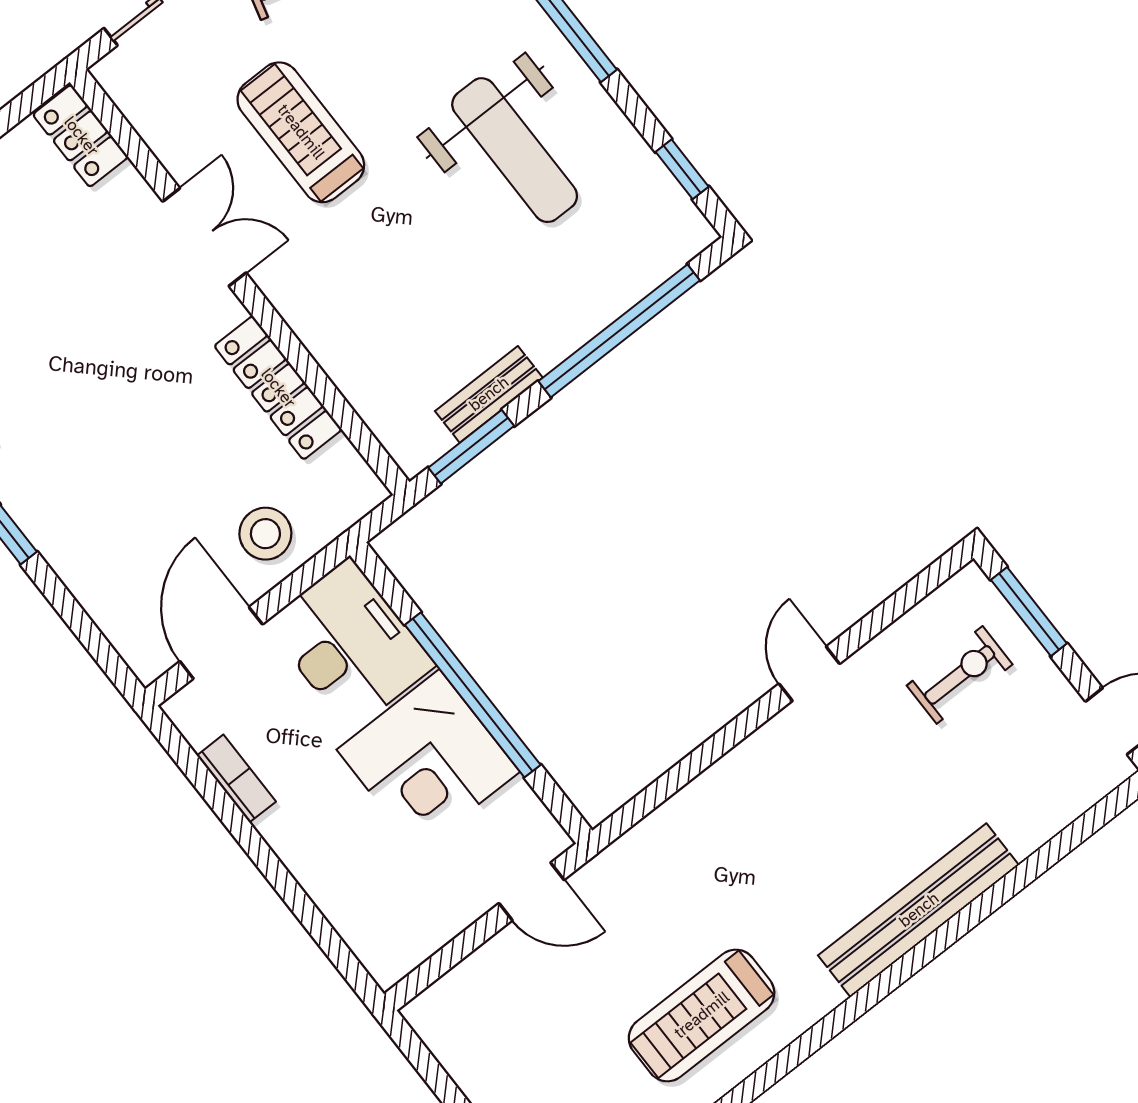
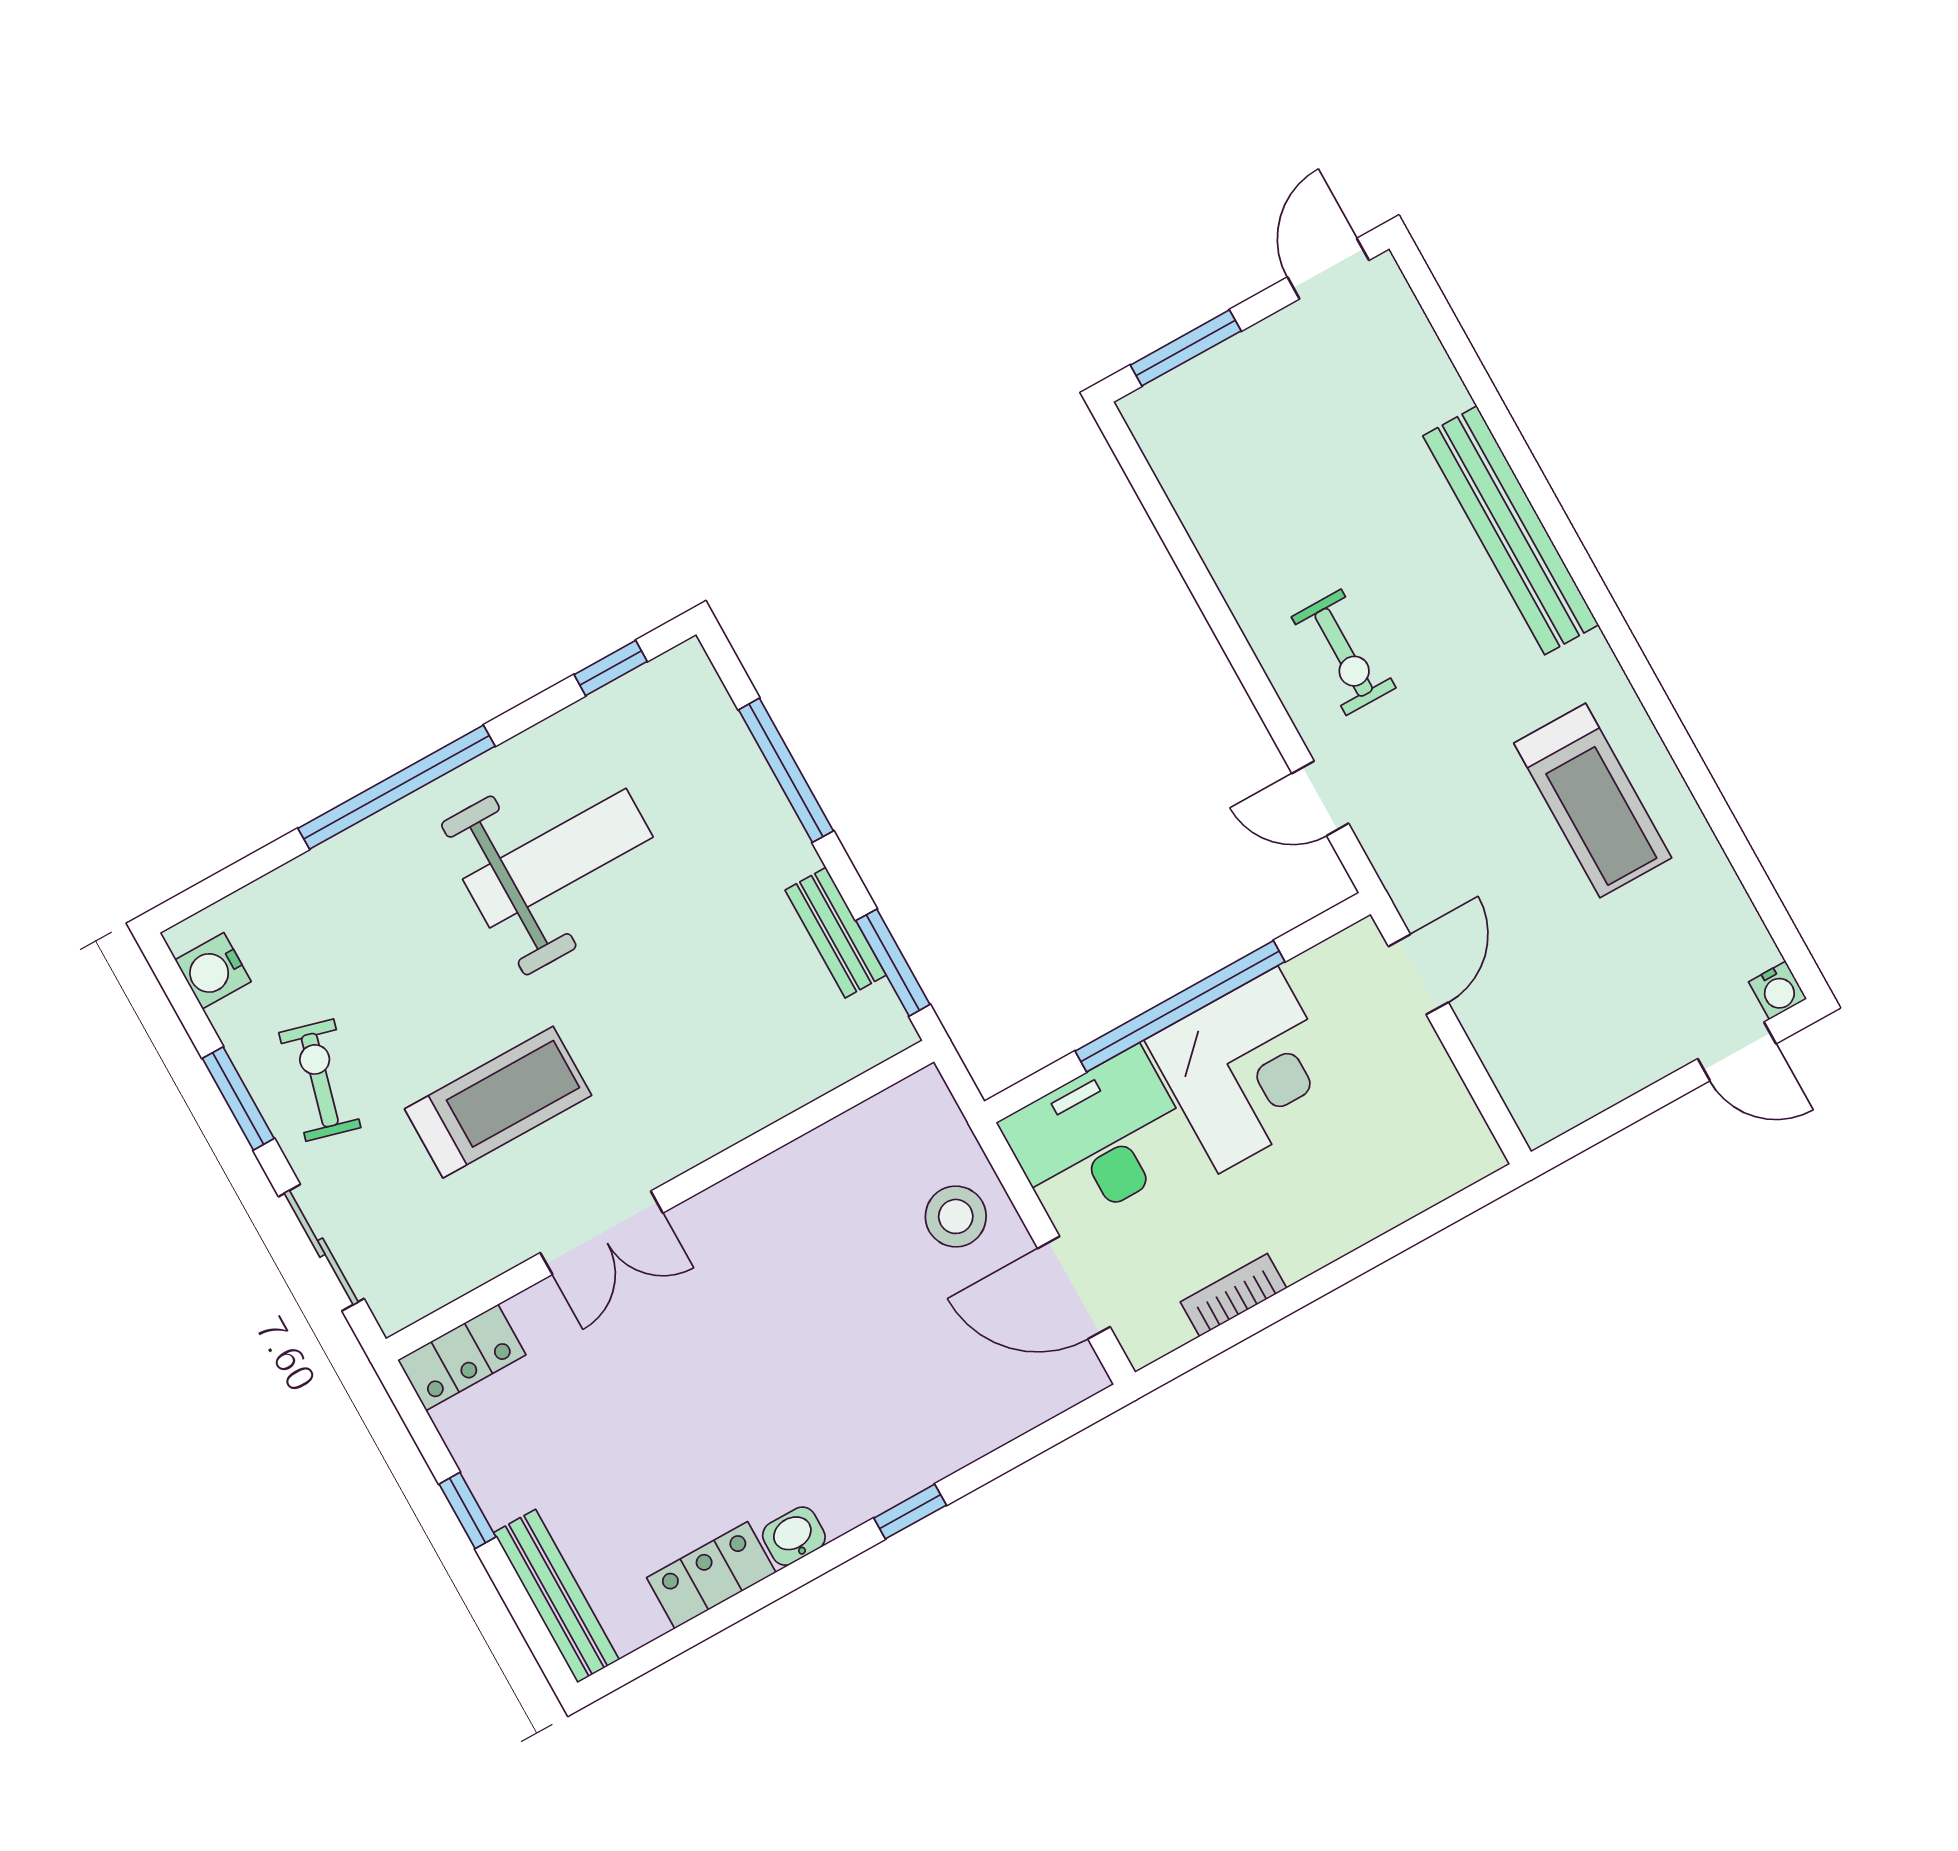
treadmill: (301, 132) -> (498, 1102), turned 180
double door: (204, 237) -> (602, 1233), swing flipped
window: (619, 331) -> (786, 770), width x0.68
locker: (278, 388) -> (789, 1175), removed
door: (809, 674) -> (1320, 798), moved
exercise bike: (960, 675) -> (1344, 652), moved, turned 180

